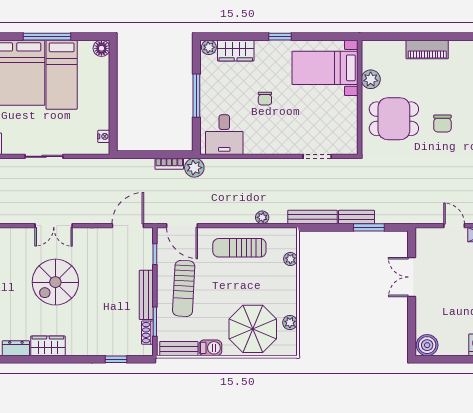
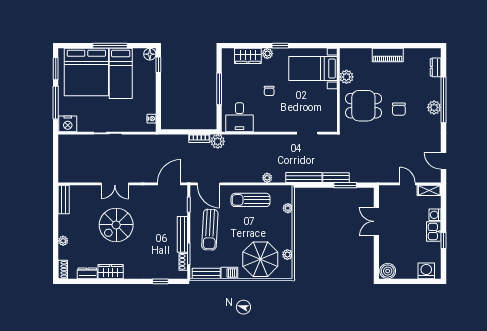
plant: (209, 47) -> (267, 54), moved
window: (113, 63) -> (158, 65), added

